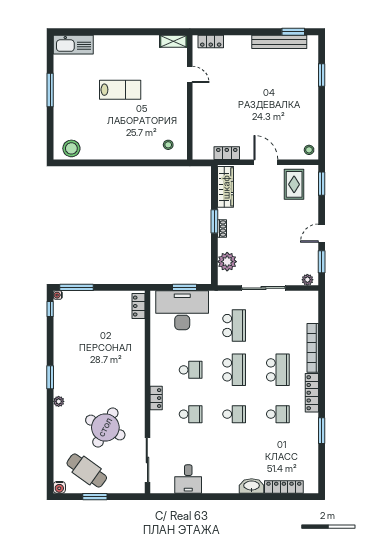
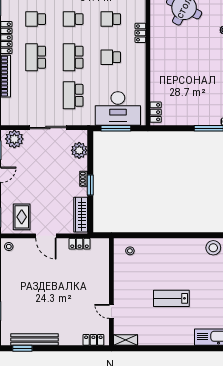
plant: (307, 280) -> (14, 139), width x1.87, depth x1.87
window: (184, 287) -> (116, 128), width x1.44

